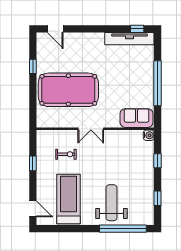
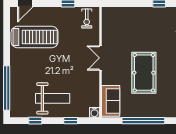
pool table: (68, 90) -> (144, 73), moved, width x0.73, depth x0.76
exercise bike: (66, 154) -> (87, 18), moved
weight bench: (112, 203) -> (53, 98), moved

